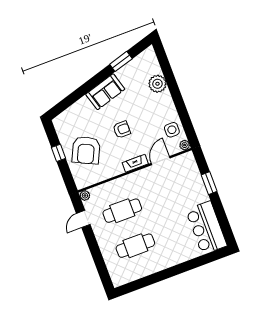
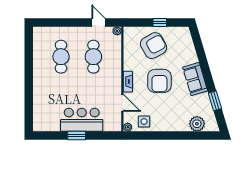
plant: (157, 84) -> (197, 124), moved
armchair: (122, 130) -> (159, 81), width x1.88, depth x1.88
armchair: (86, 150) -> (154, 46), turned 126
window: (209, 183) -> (77, 136), moved
bar counter: (206, 228) -> (82, 120), moved

